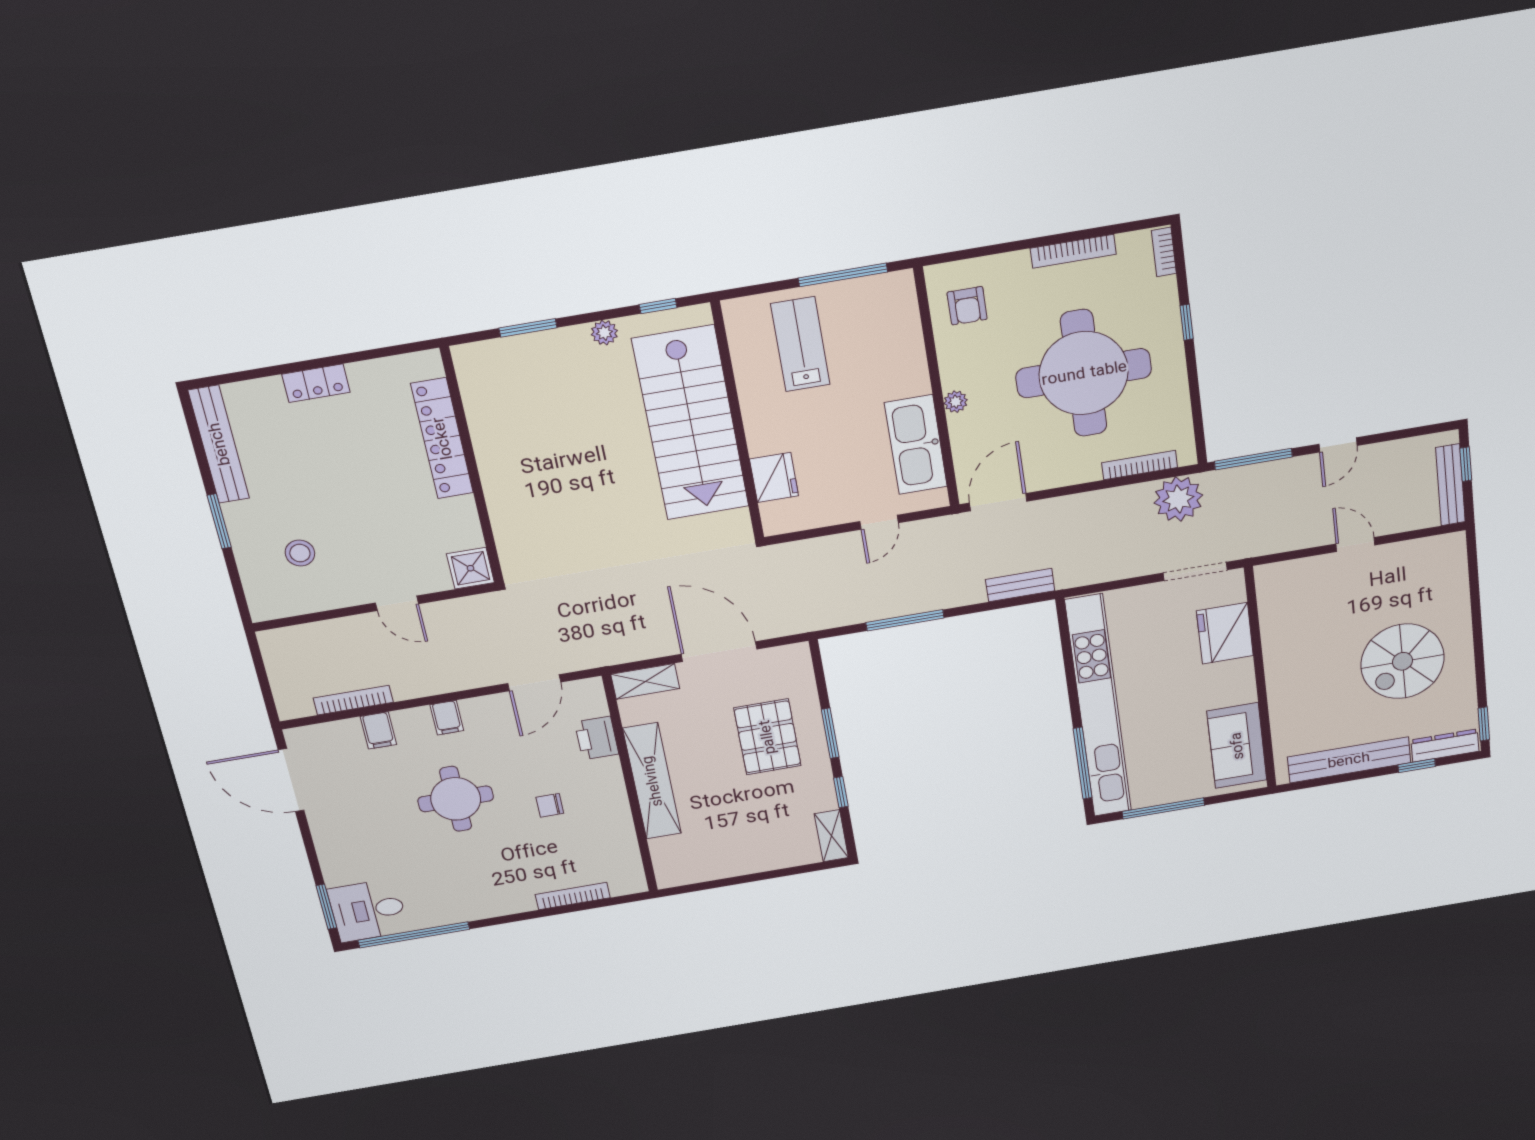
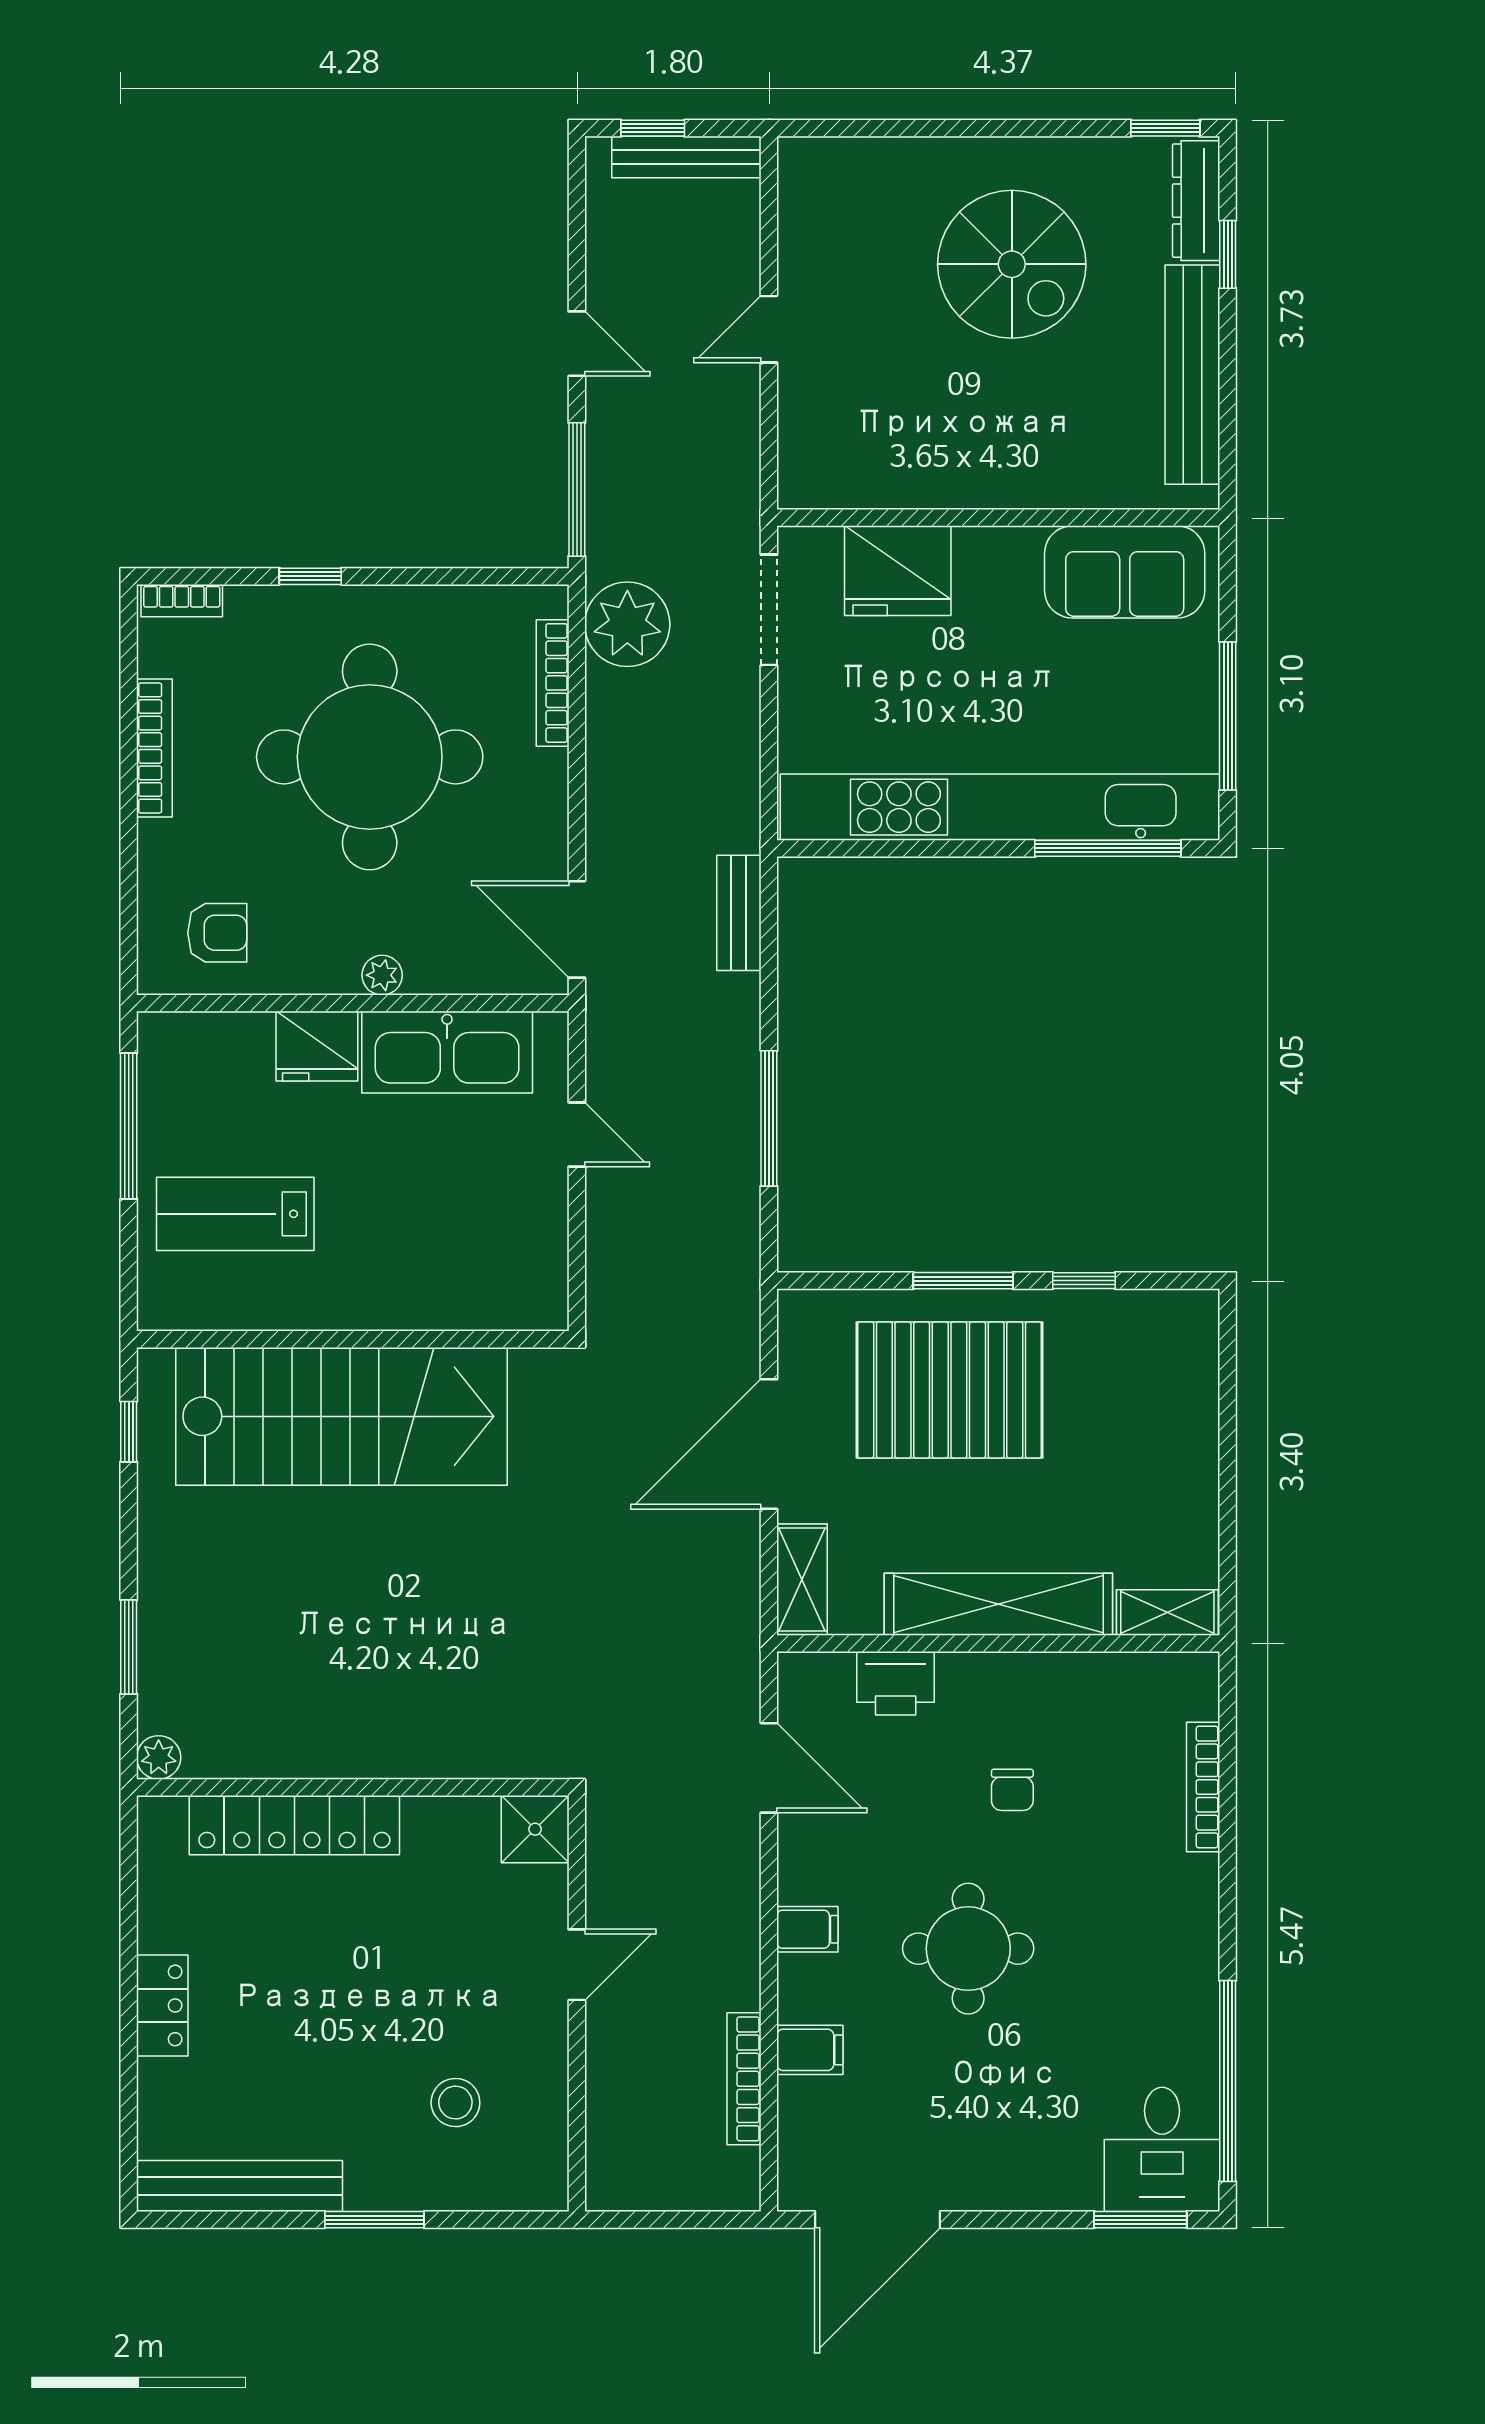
plant: (604, 333) -> (159, 1757), moved
fridge: (774, 477) -> (317, 1046), moved, turned 180
pallet: (767, 737) -> (950, 1390), width x1.37, depth x1.41
shelving: (831, 836) -> (1167, 1613), moved

